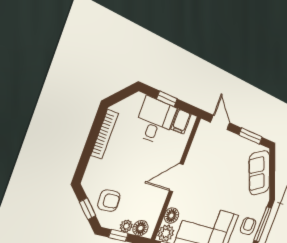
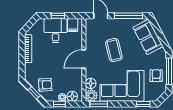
window: (251, 136) -> (128, 16), width x1.44
coffee table: (217, 177) -> (114, 50), added

